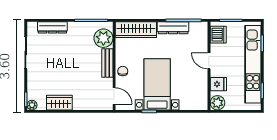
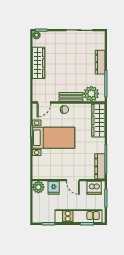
dresser: (52, 27) -> (100, 62), moved
dresser: (173, 28) -> (100, 166), moved
door: (209, 61) -> (73, 180), swing flipped
kitchen unit: (253, 64) -> (79, 216), width x0.73
wardrobe: (59, 103) -> (39, 63), width x1.50

